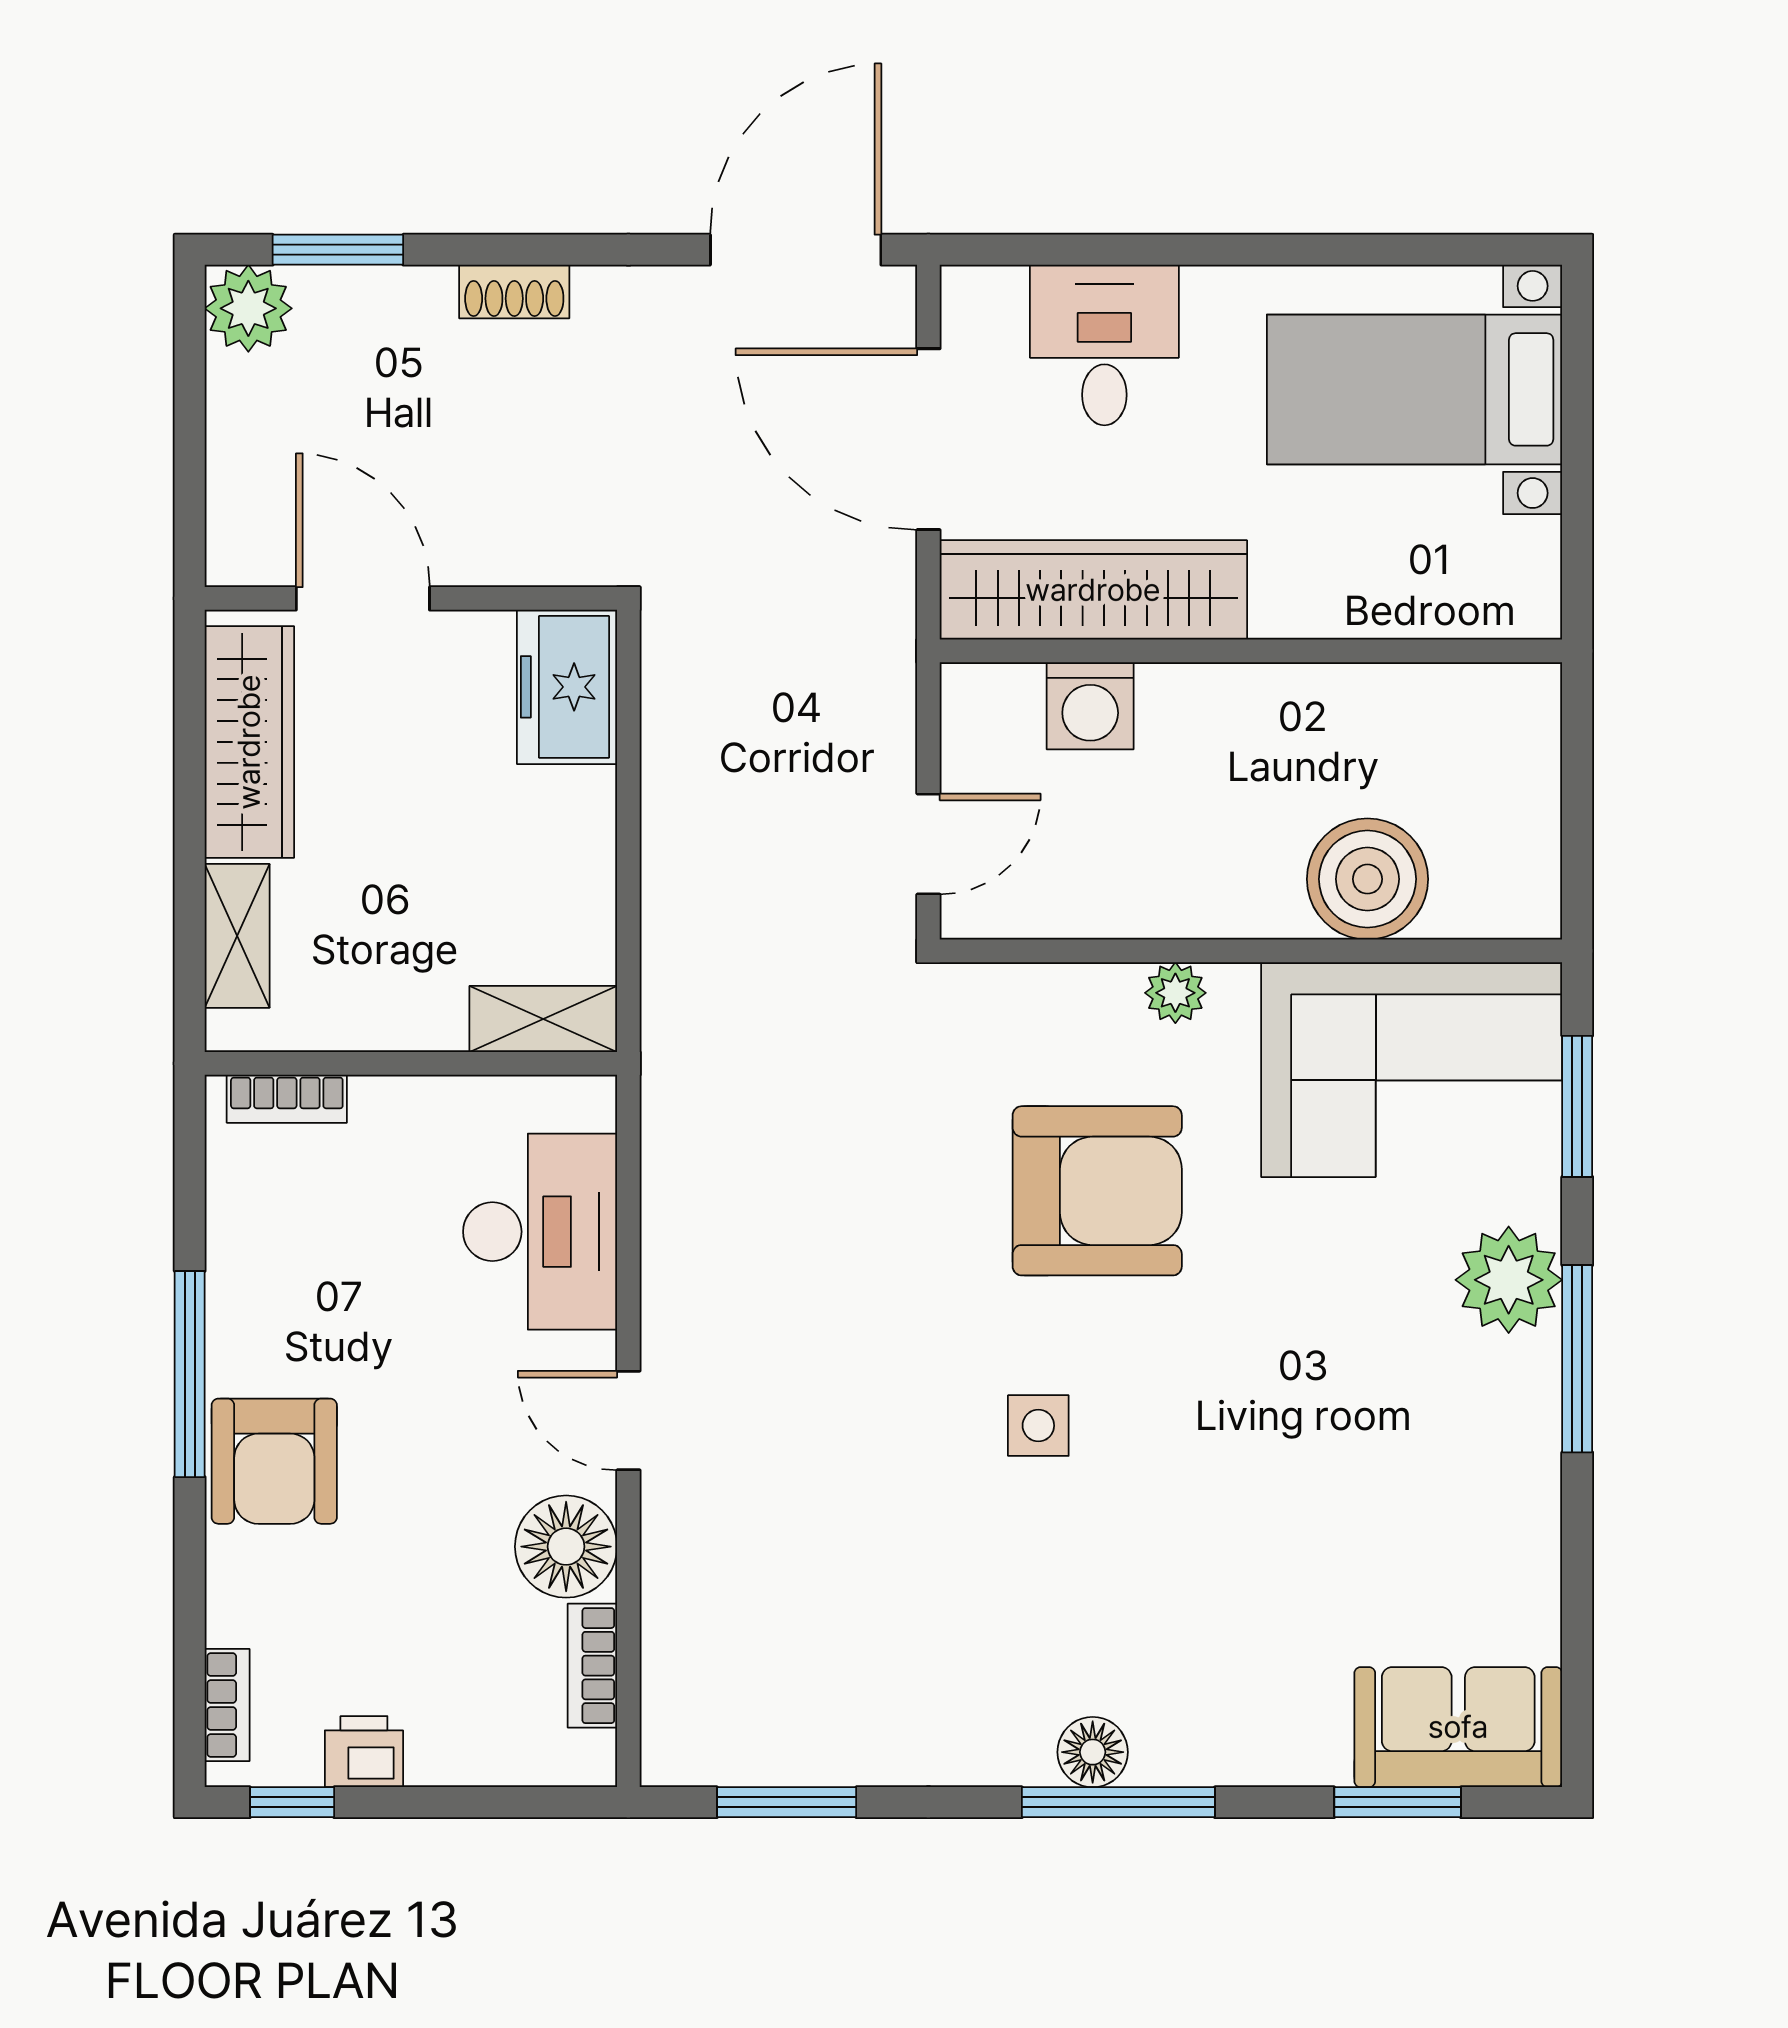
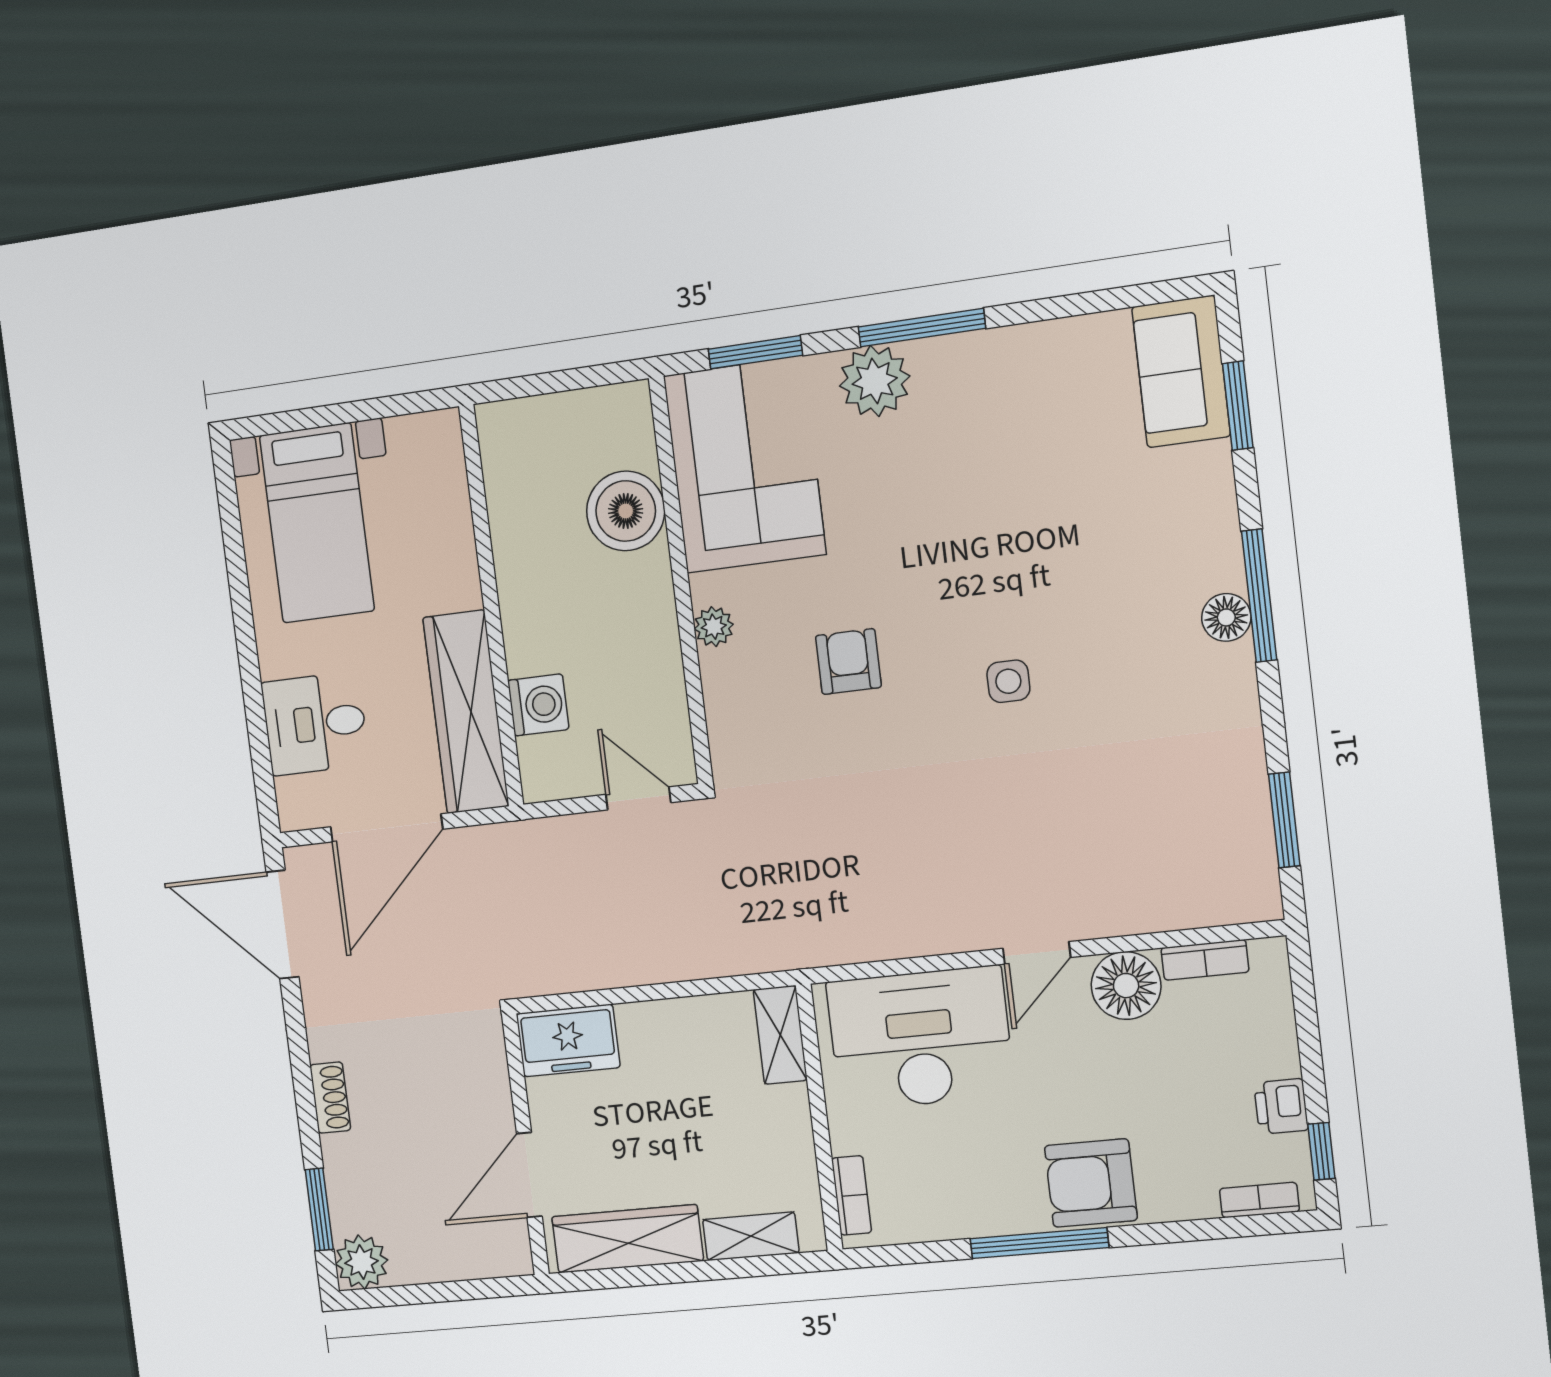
armchair: (1097, 1191) -> (848, 662), width x0.53, depth x0.53
desk: (540, 1232) -> (920, 1038), width x1.36, depth x1.30
armchair: (274, 1461) -> (1091, 1183), turned 180

